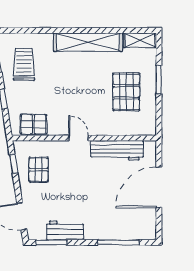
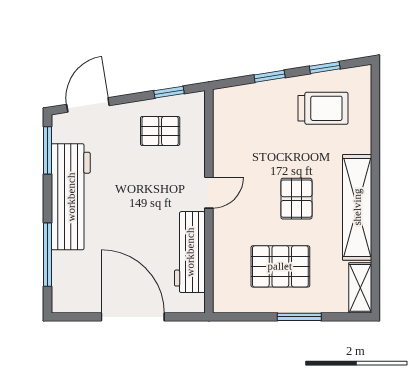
pallet: (33, 124) -> (296, 199), moved
workbench: (65, 231) -> (71, 197), width x1.88, depth x1.32

